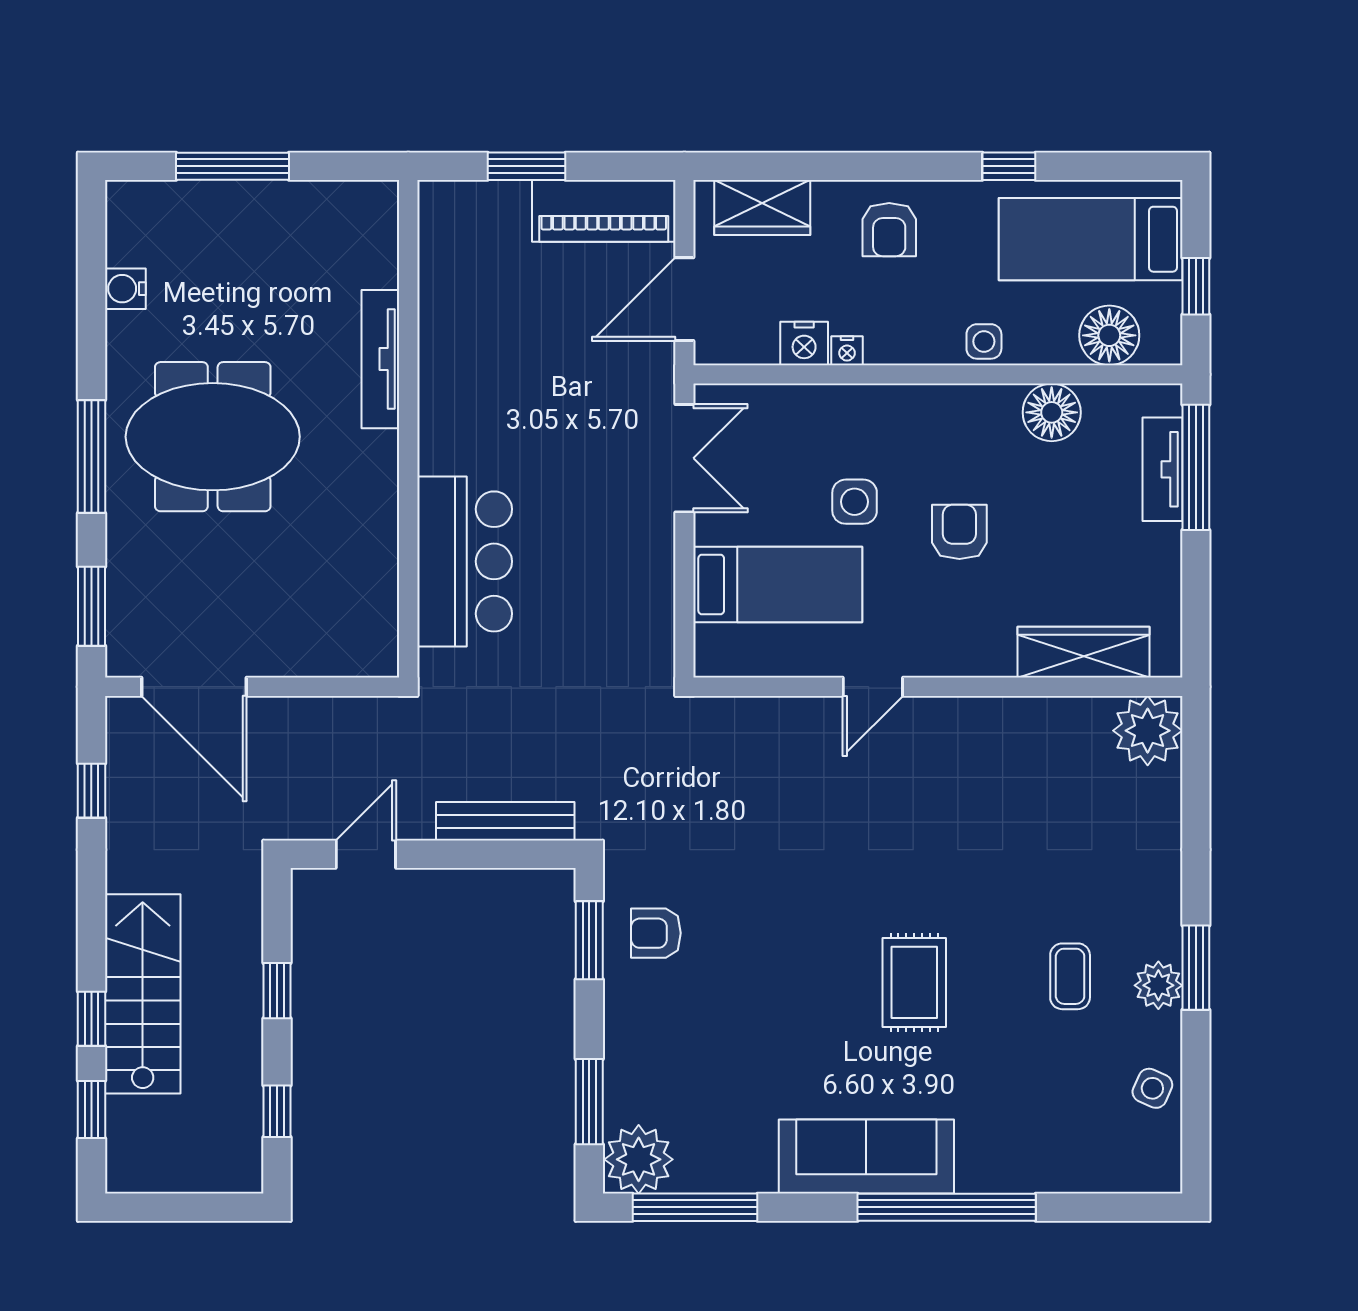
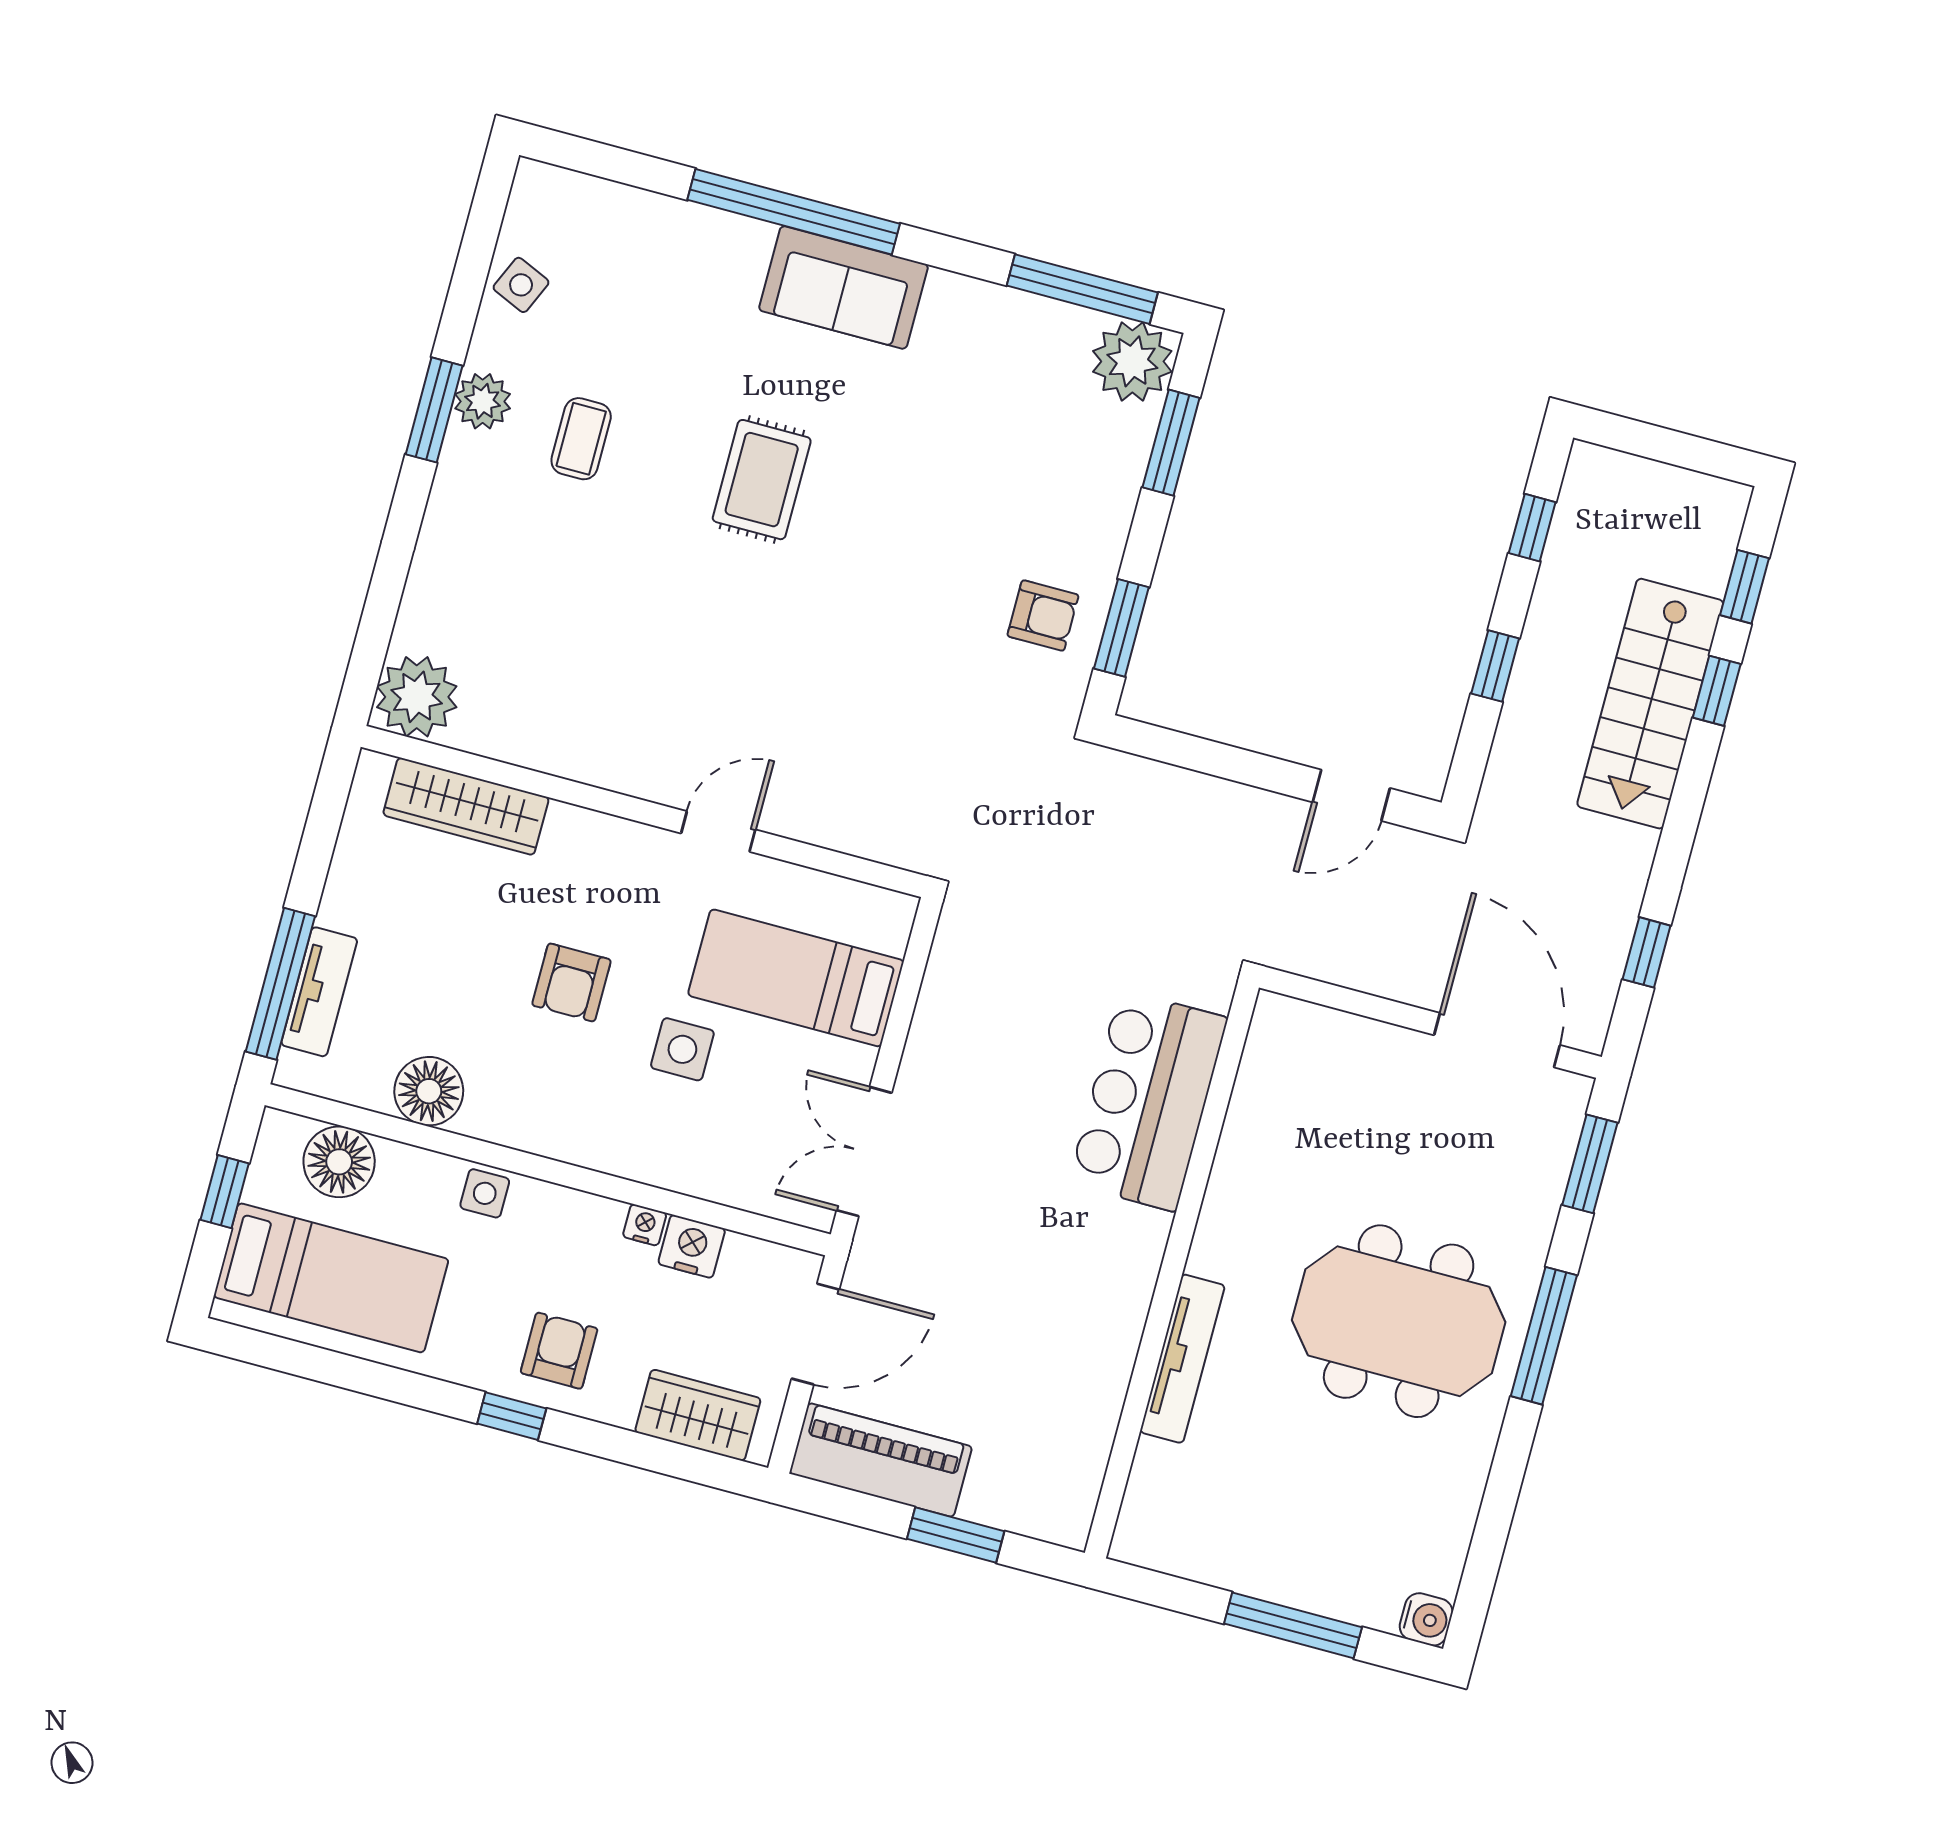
window: (1009, 166) -> (512, 1416), moved
water cooler: (125, 289) -> (1426, 1619), moved
bench: (505, 821) -> (1181, 790), removed
sofa: (866, 1156) -> (843, 287), width x0.73

